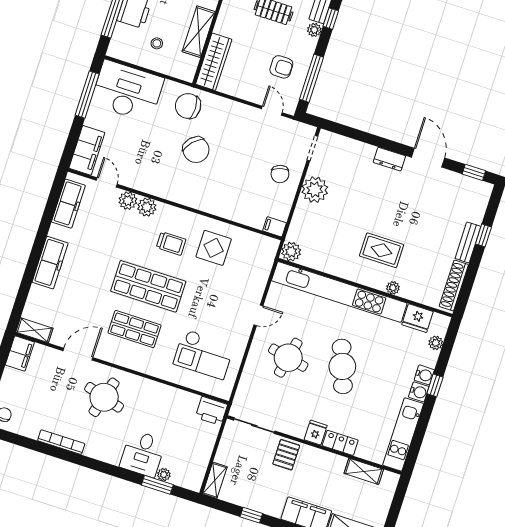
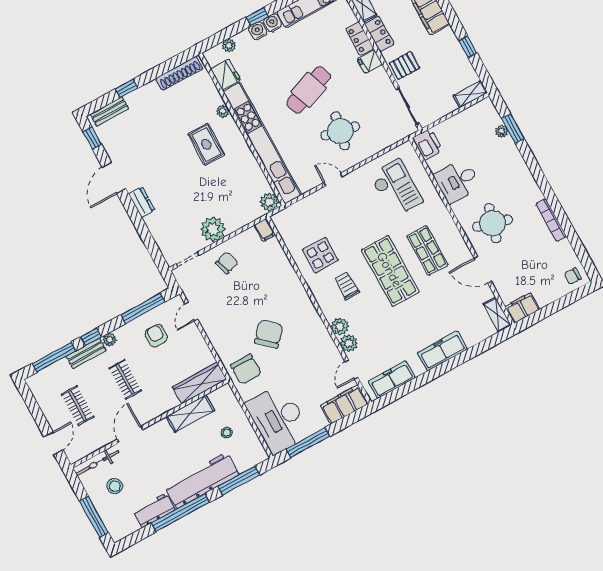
bench: (468, 242) -> (109, 111), moved
desk: (143, 454) -> (457, 181), moved, turned 180
locker: (329, 461) -> (379, 34), added

